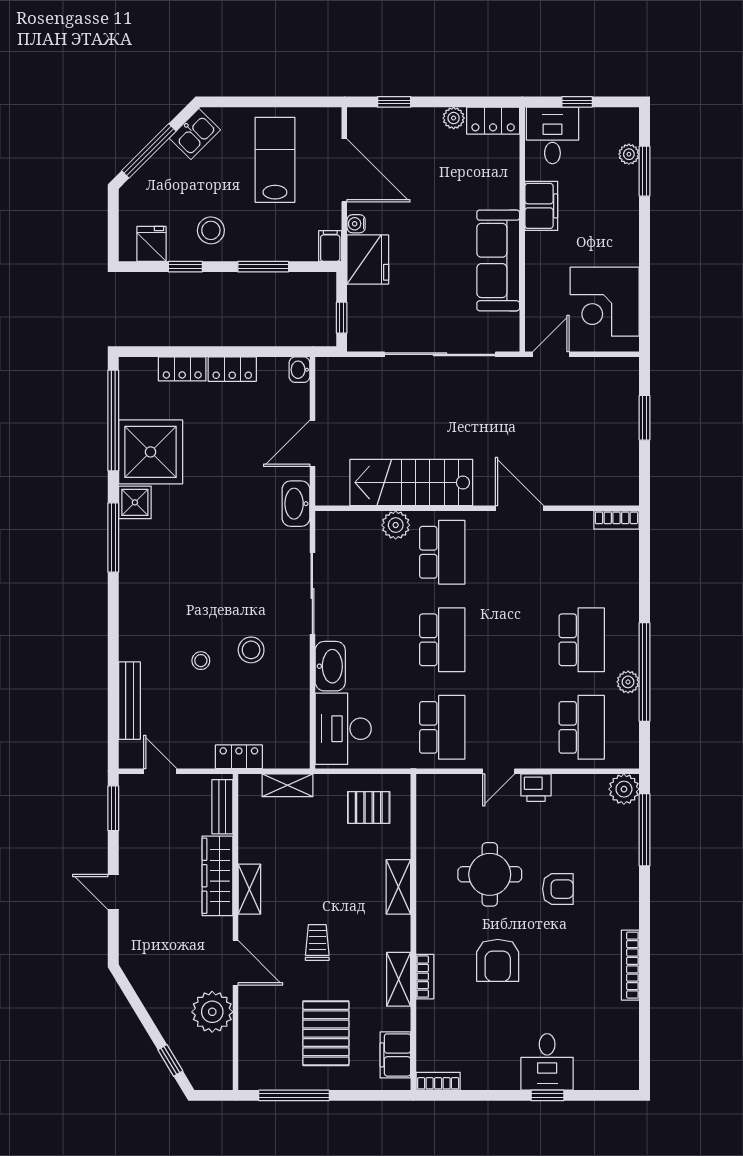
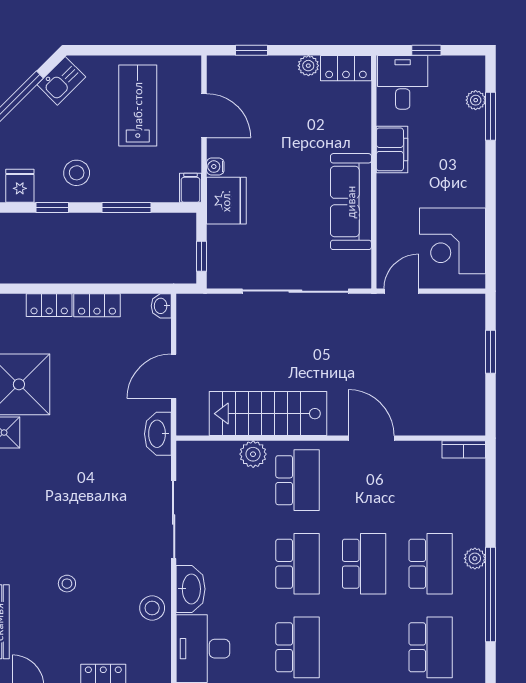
door: (344, 170) -> (204, 116), width x0.73
school desk: (512, 640) -> (364, 564), added
stool: (251, 650) -> (152, 608), moved
plant: (628, 682) -> (475, 558), moved

